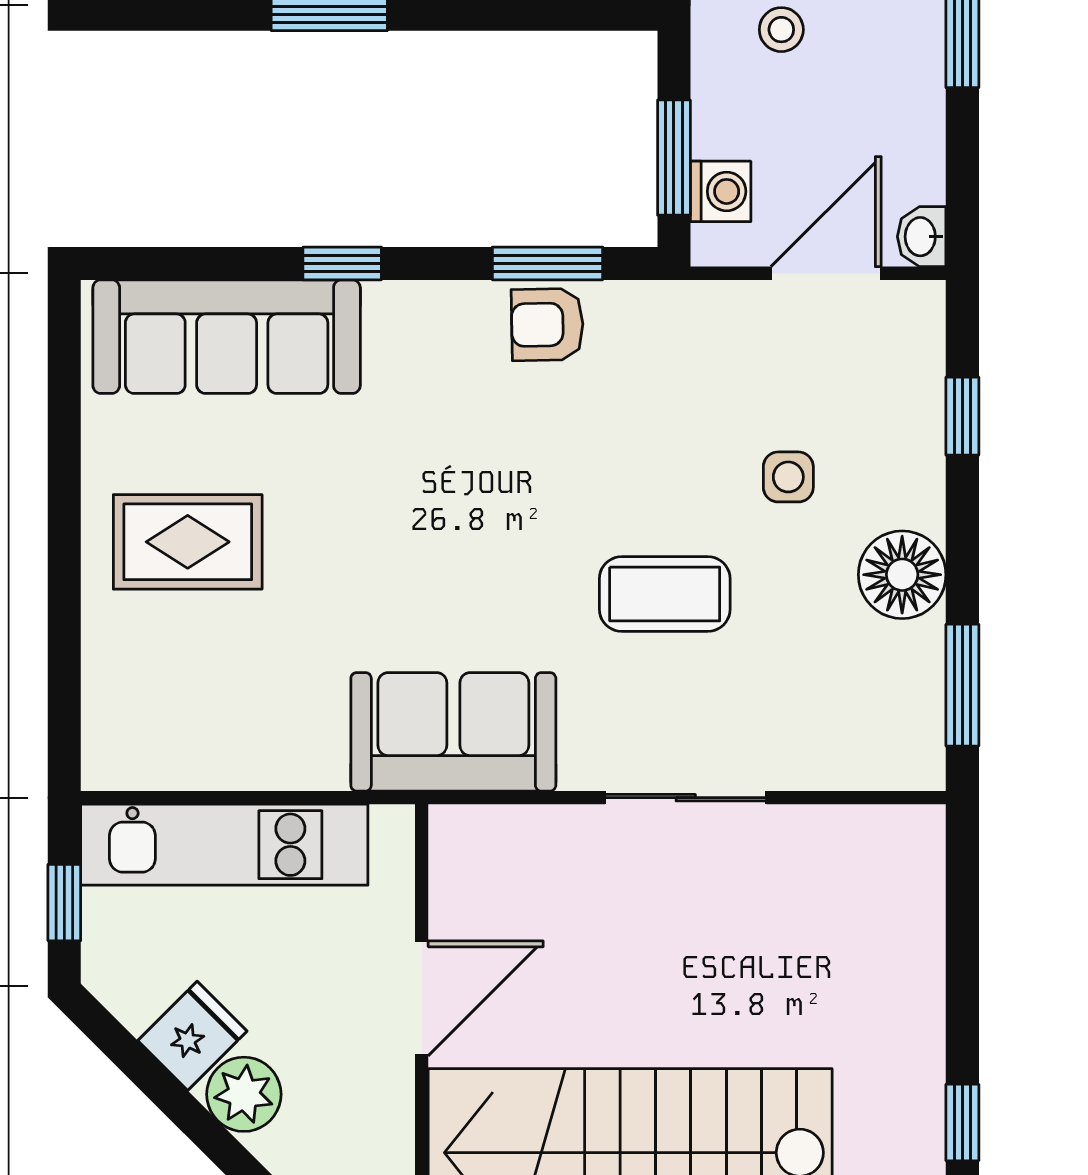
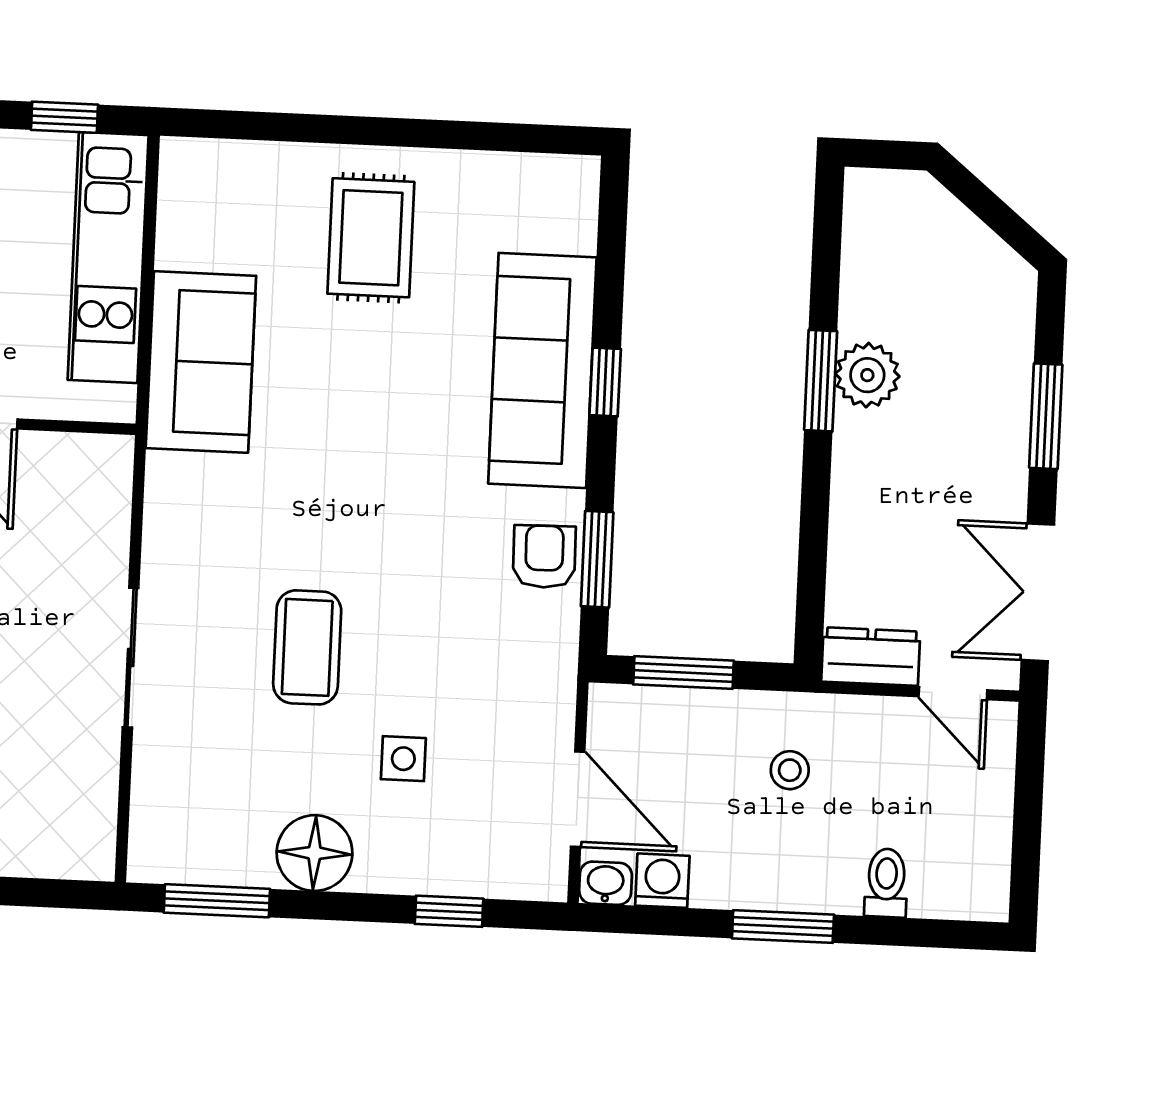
washing machine: (721, 191) -> (662, 881), moved, turned 180
sofa: (227, 337) -> (542, 370), moved
sofa: (453, 732) -> (201, 362), moved

